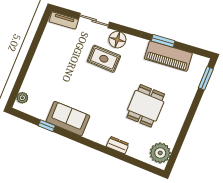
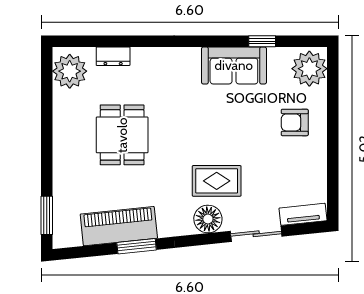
armchair: (47, 73) -> (295, 122), added
plant: (22, 98) -> (309, 69), width x1.87, depth x1.87
dresser: (118, 145) -> (113, 56), moved

